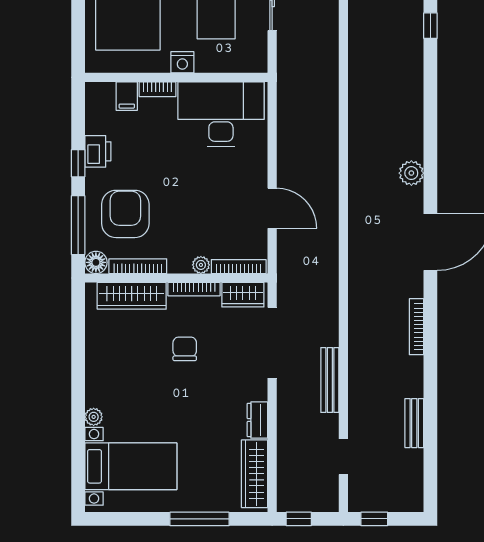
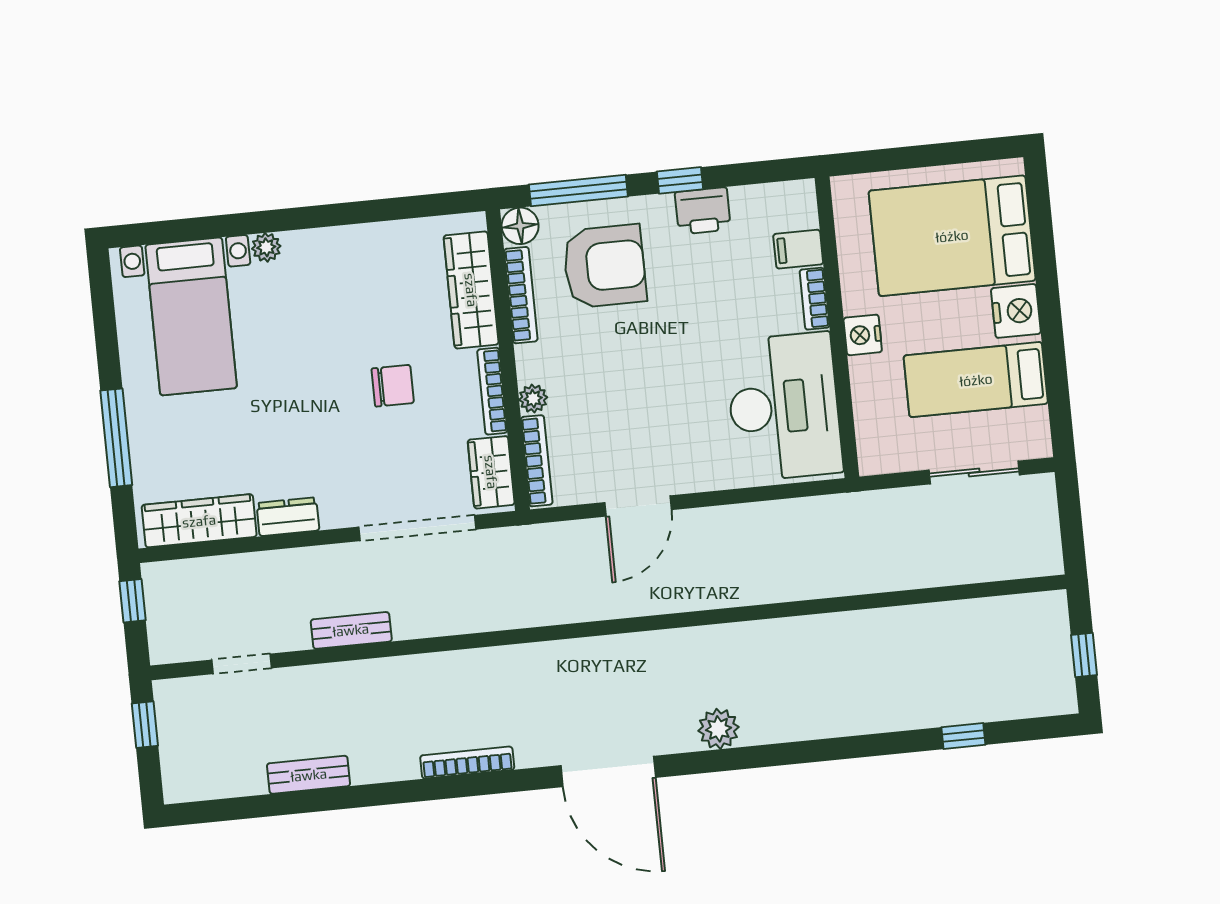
bench: (330, 380) -> (351, 630), width x0.73

